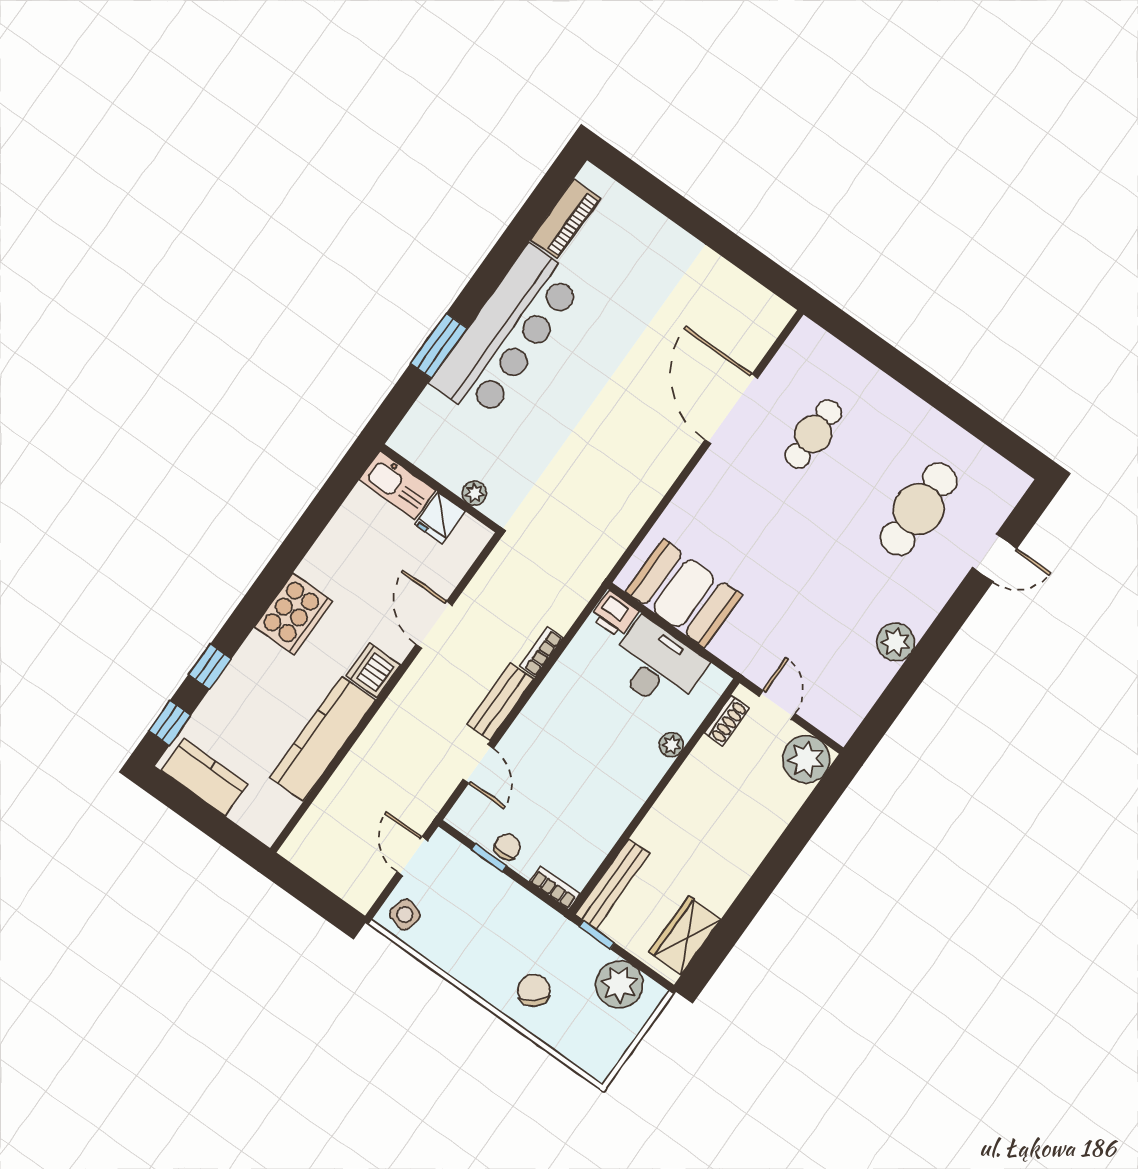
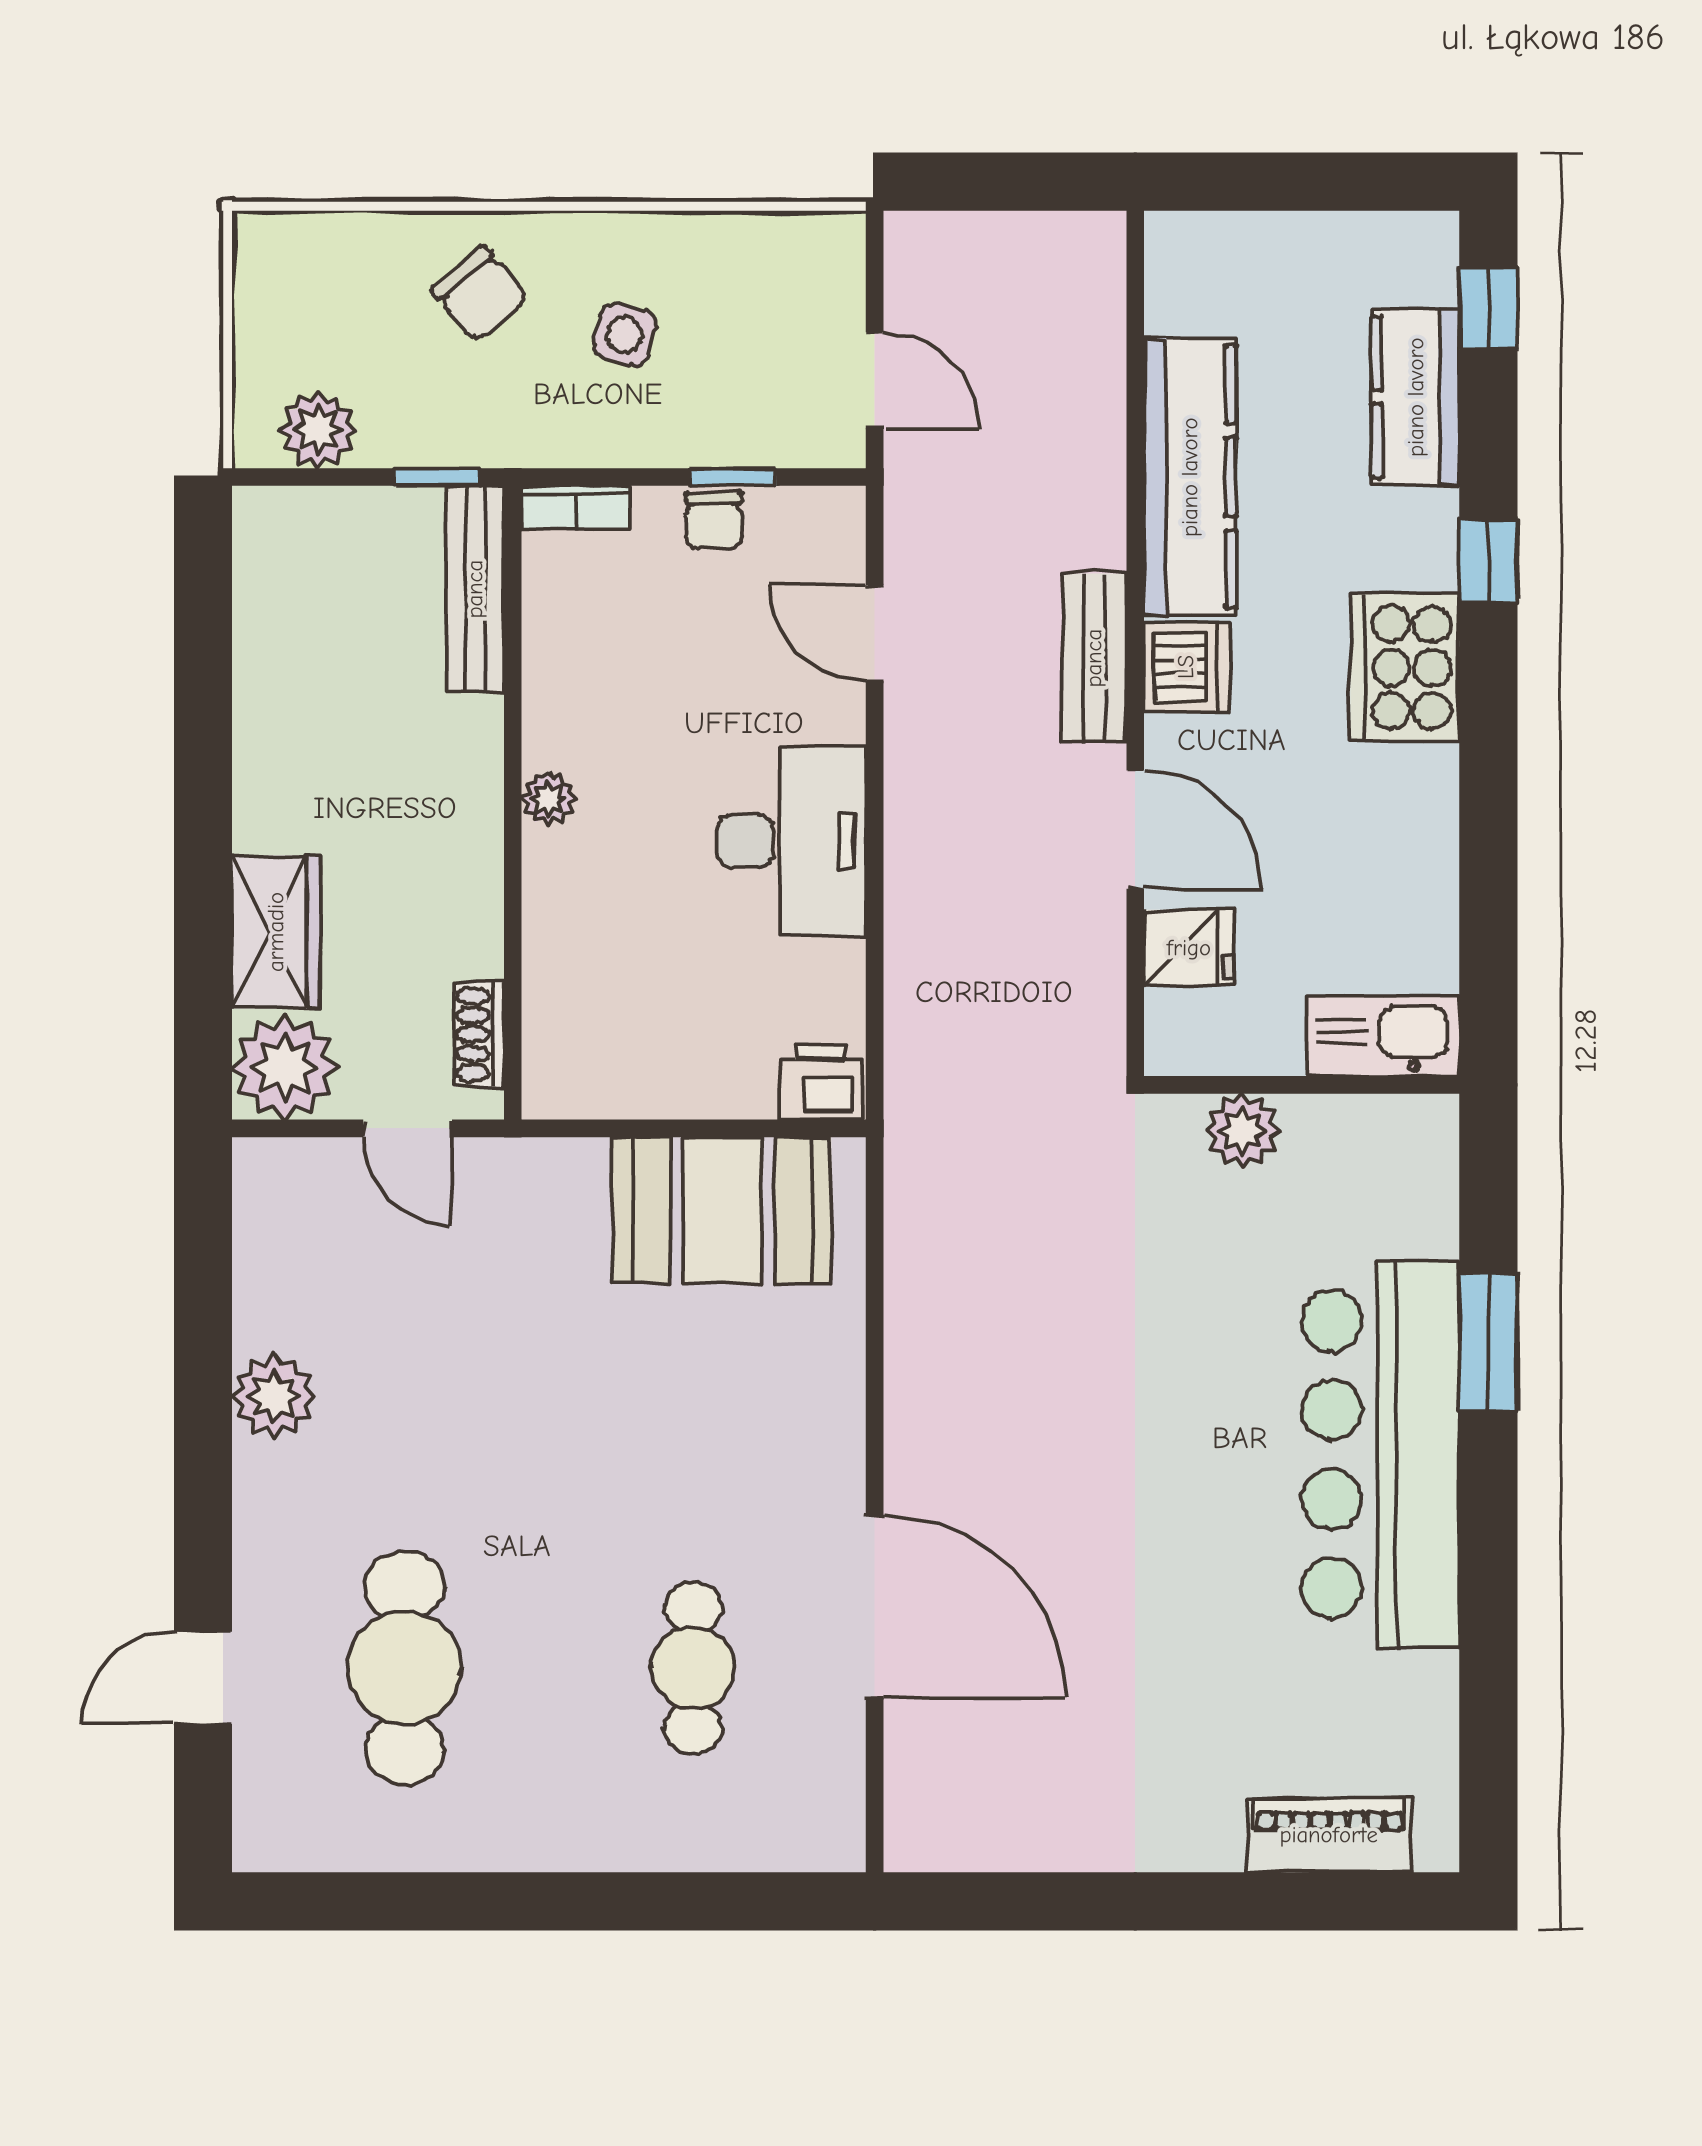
piano: (566, 219) -> (1329, 1835), moved, turned 90
plant: (474, 493) -> (1243, 1131), width x1.37, depth x1.37
fridge: (440, 518) -> (1189, 948), moved, turned 90
bookcase: (541, 652) -> (905, 919), removed
desk: (657, 665) -> (791, 841), moved, turned -90
window: (210, 667) -> (1488, 561), moved
bench: (500, 702) -> (1094, 658), moved
plant: (671, 745) -> (548, 799), moved
kitchen counter: (204, 777) -> (1416, 397), moved, turned 90
side table: (405, 914) -> (624, 335), moved
wardrobe: (685, 936) -> (276, 932), moved
plant: (619, 984) -> (318, 430), width x0.73, depth x0.73

